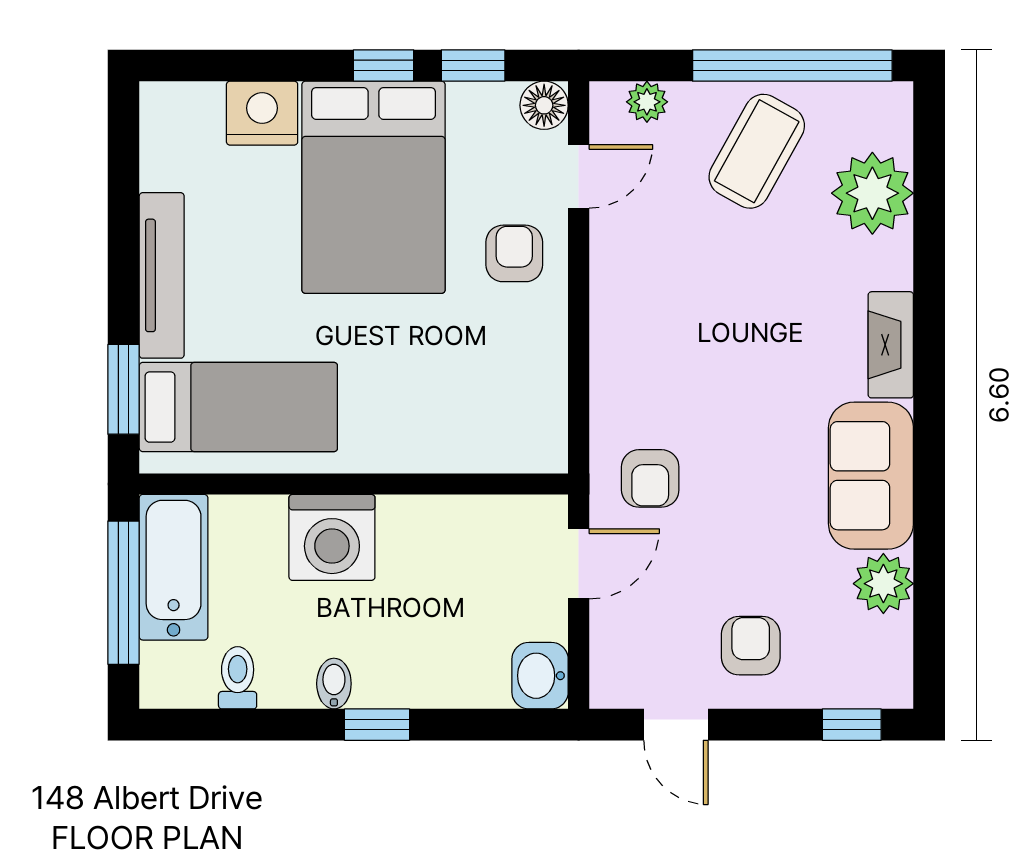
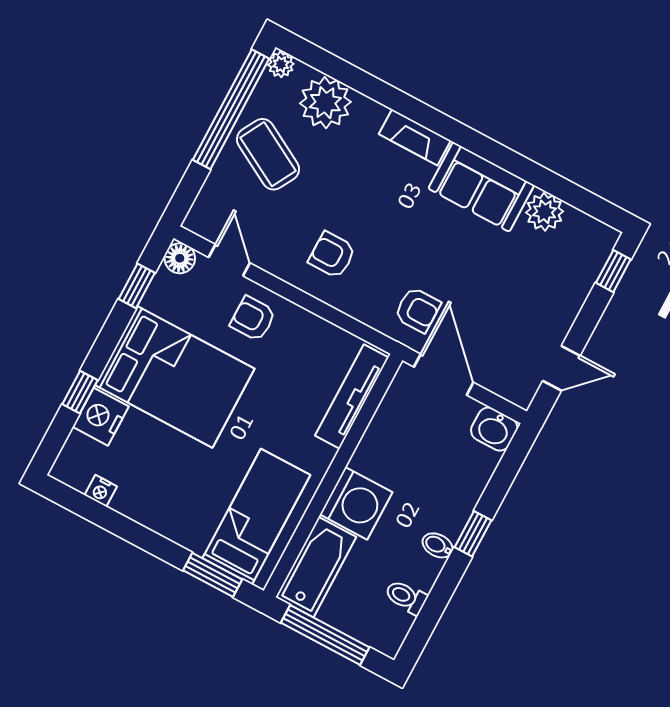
window: (384, 65) -> (80, 392), moved
plant: (647, 102) -> (281, 64), moved
nightstand: (158, 169) -> (101, 491), added
tv unit: (162, 275) -> (352, 397), moved, turned -90
door: (579, 564) -> (444, 375), width x1.37
bathtub: (174, 567) -> (316, 567), moved, turned 90
armchair: (751, 646) -> (332, 255), moved

